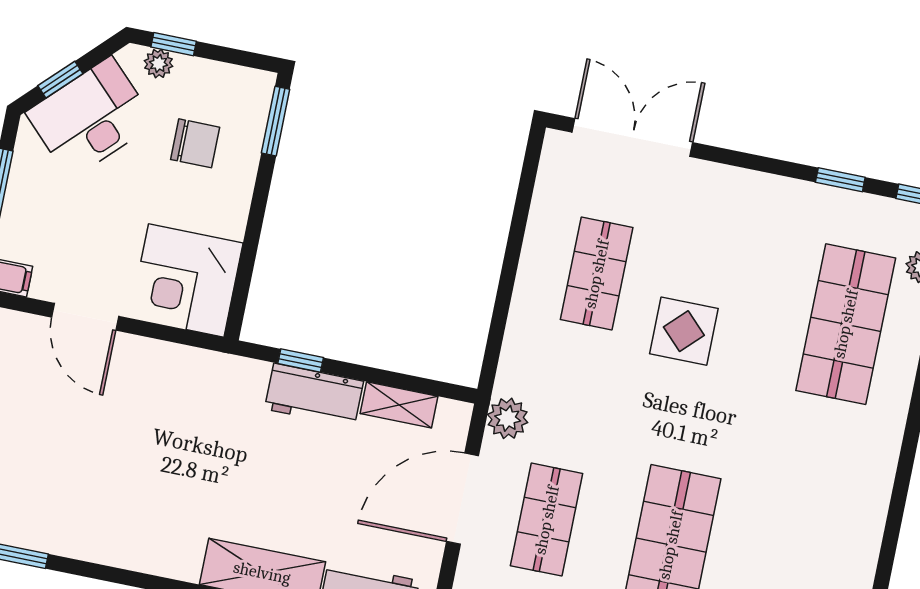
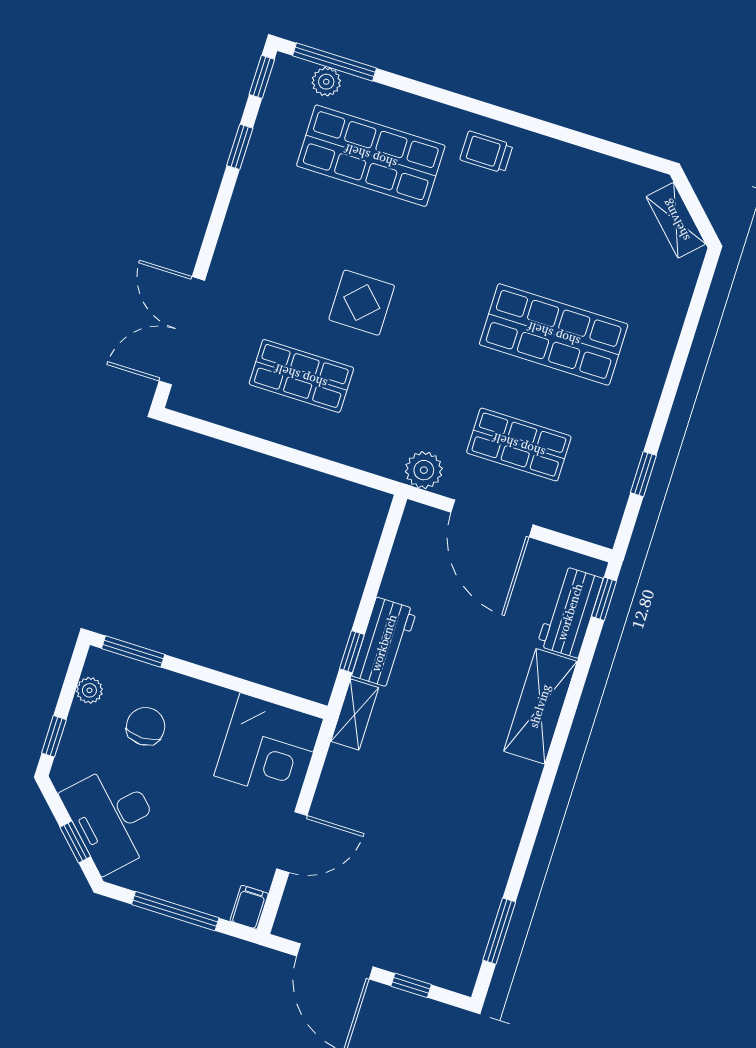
plant: (159, 64) -> (89, 690), moved
shelving: (399, 405) -> (355, 715), moved
trolley: (863, 450) -> (486, 152), added

